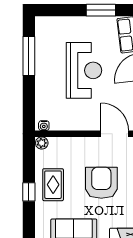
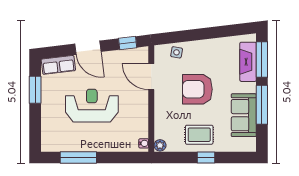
door: (115, 134) -> (151, 77), hinge flipped

